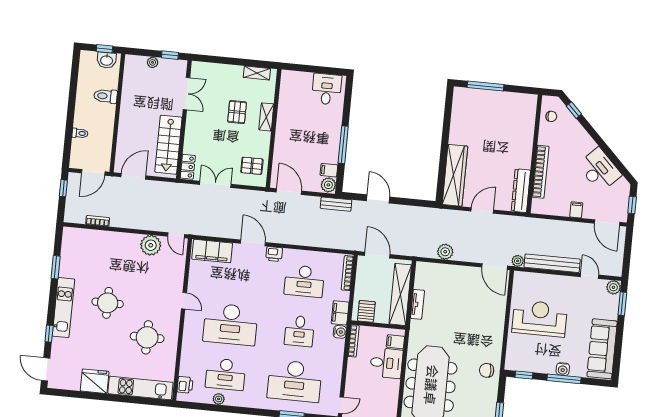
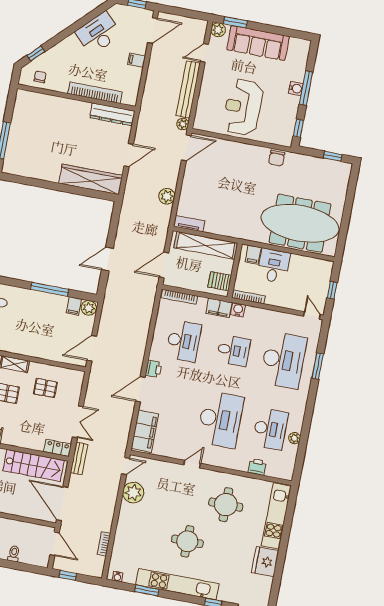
pallet: (252, 166) -> (45, 388), moved, turned 90
door: (133, 176) -> (62, 504), width x1.36
double door: (215, 184) -> (78, 422), swing flipped
bench: (336, 204) -> (79, 459), moved
door: (482, 211) -> (129, 155), swing flipped
water cooler: (67, 237) -> (118, 577), added
tv unit: (417, 304) -> (189, 224), moved
kitchen unit: (63, 308) -> (177, 584), width x1.36
sofa: (602, 349) -> (258, 43), moved
chair: (487, 370) -> (277, 158), moved
printer: (185, 385) -> (257, 467), moved

